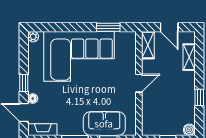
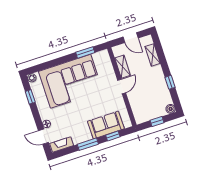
shelving: (148, 45) -> (123, 67), moved
window: (24, 83) -> (30, 97), moved

